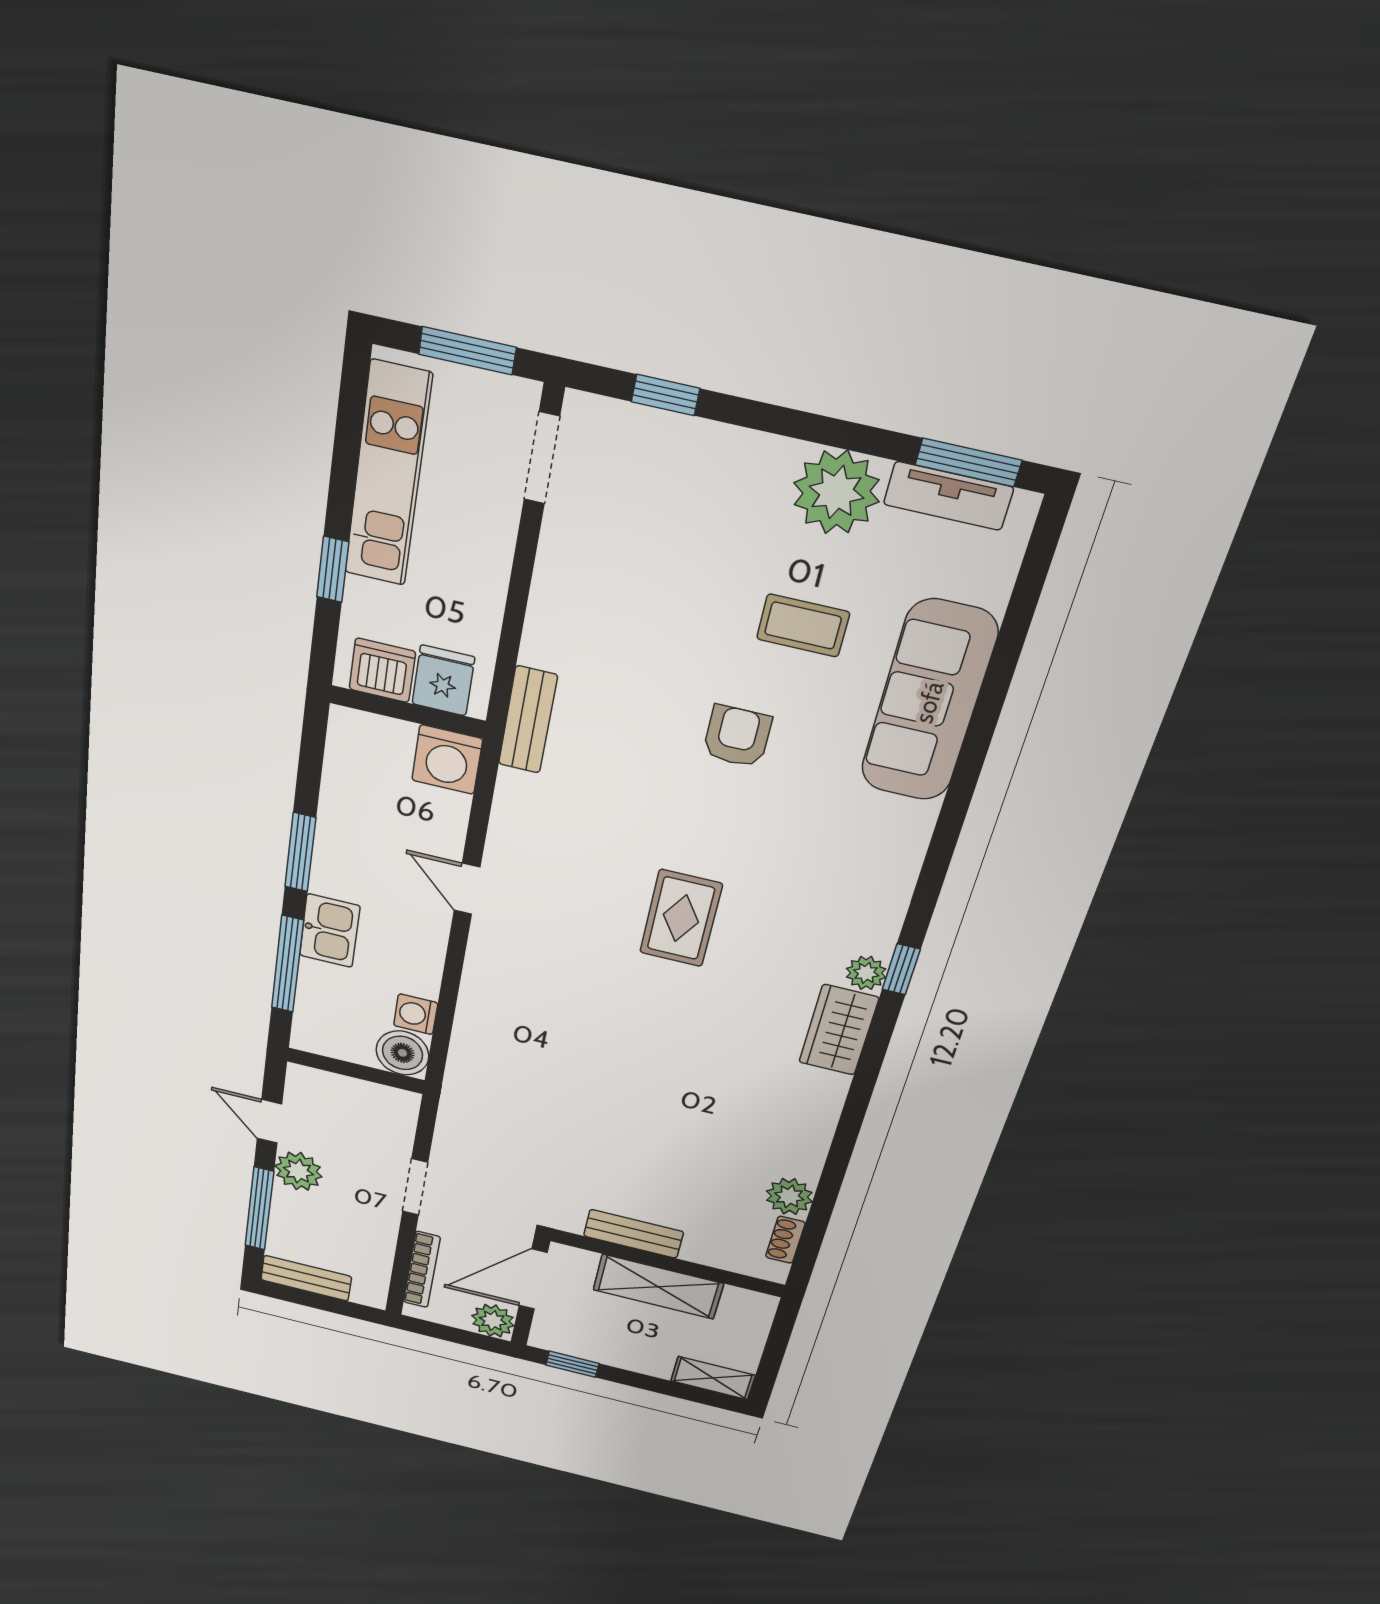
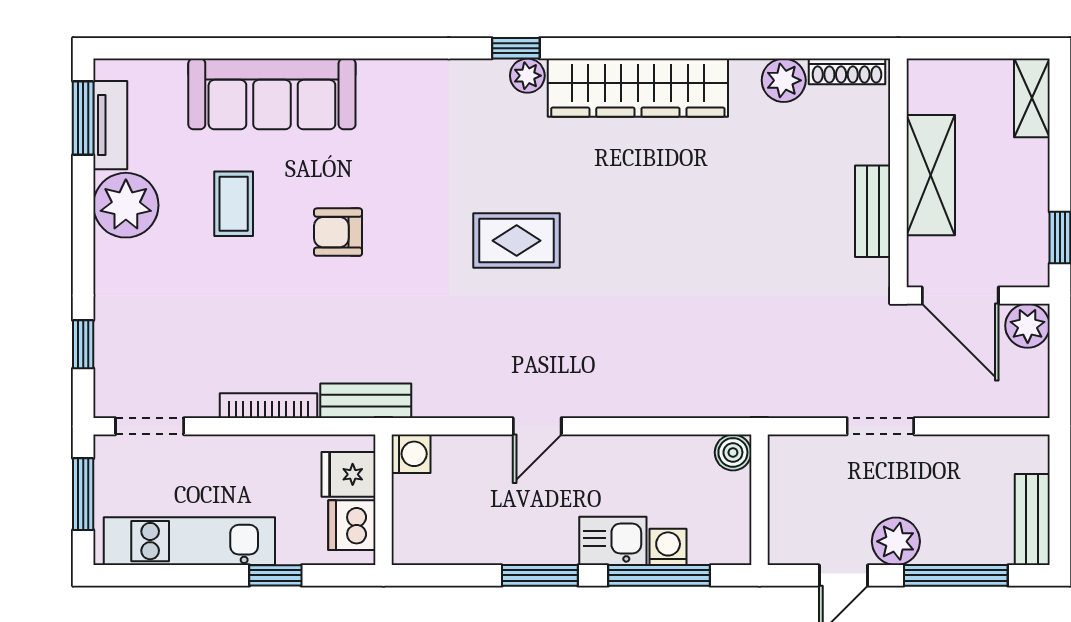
washing machine: (447, 760) -> (411, 454), width x0.73, depth x0.73
washing machine: (416, 1014) -> (668, 547), moved, turned 180
wardrobe: (839, 1030) -> (638, 88), width x2.10, depth x1.17
boiler: (402, 1053) -> (733, 452), width x0.73, depth x0.73
shoe rack: (785, 1240) -> (847, 71), width x1.43
bookcase: (422, 1270) -> (269, 406), moved

